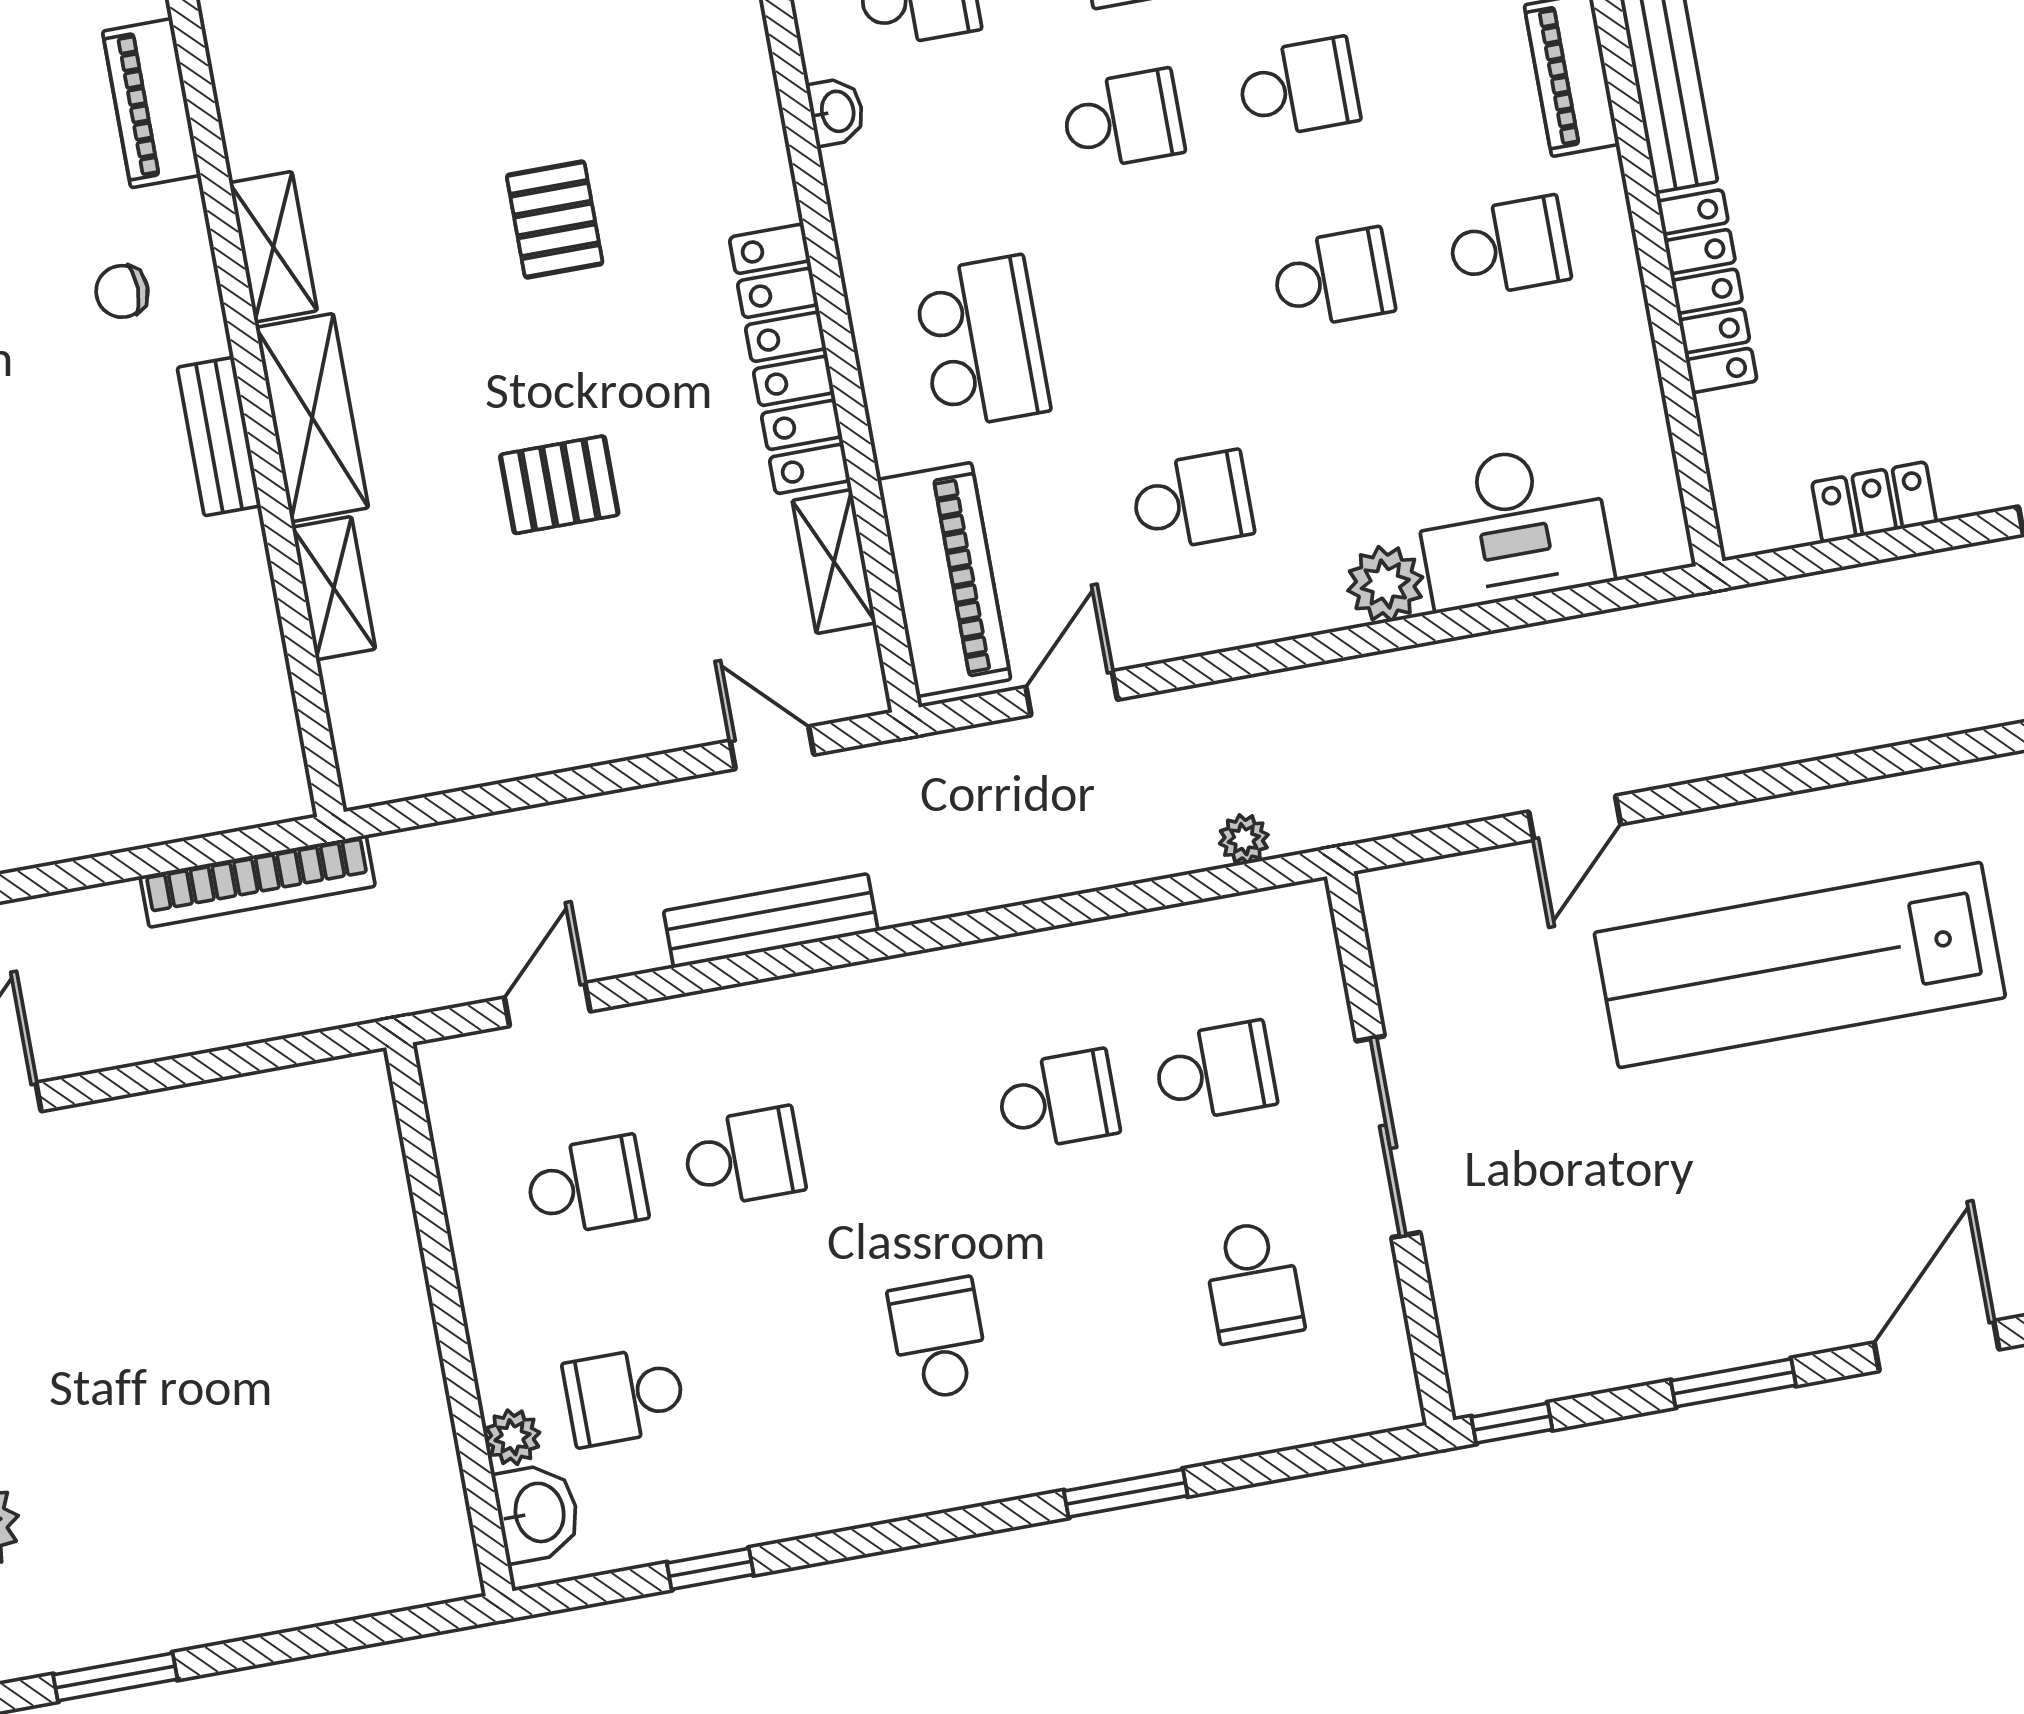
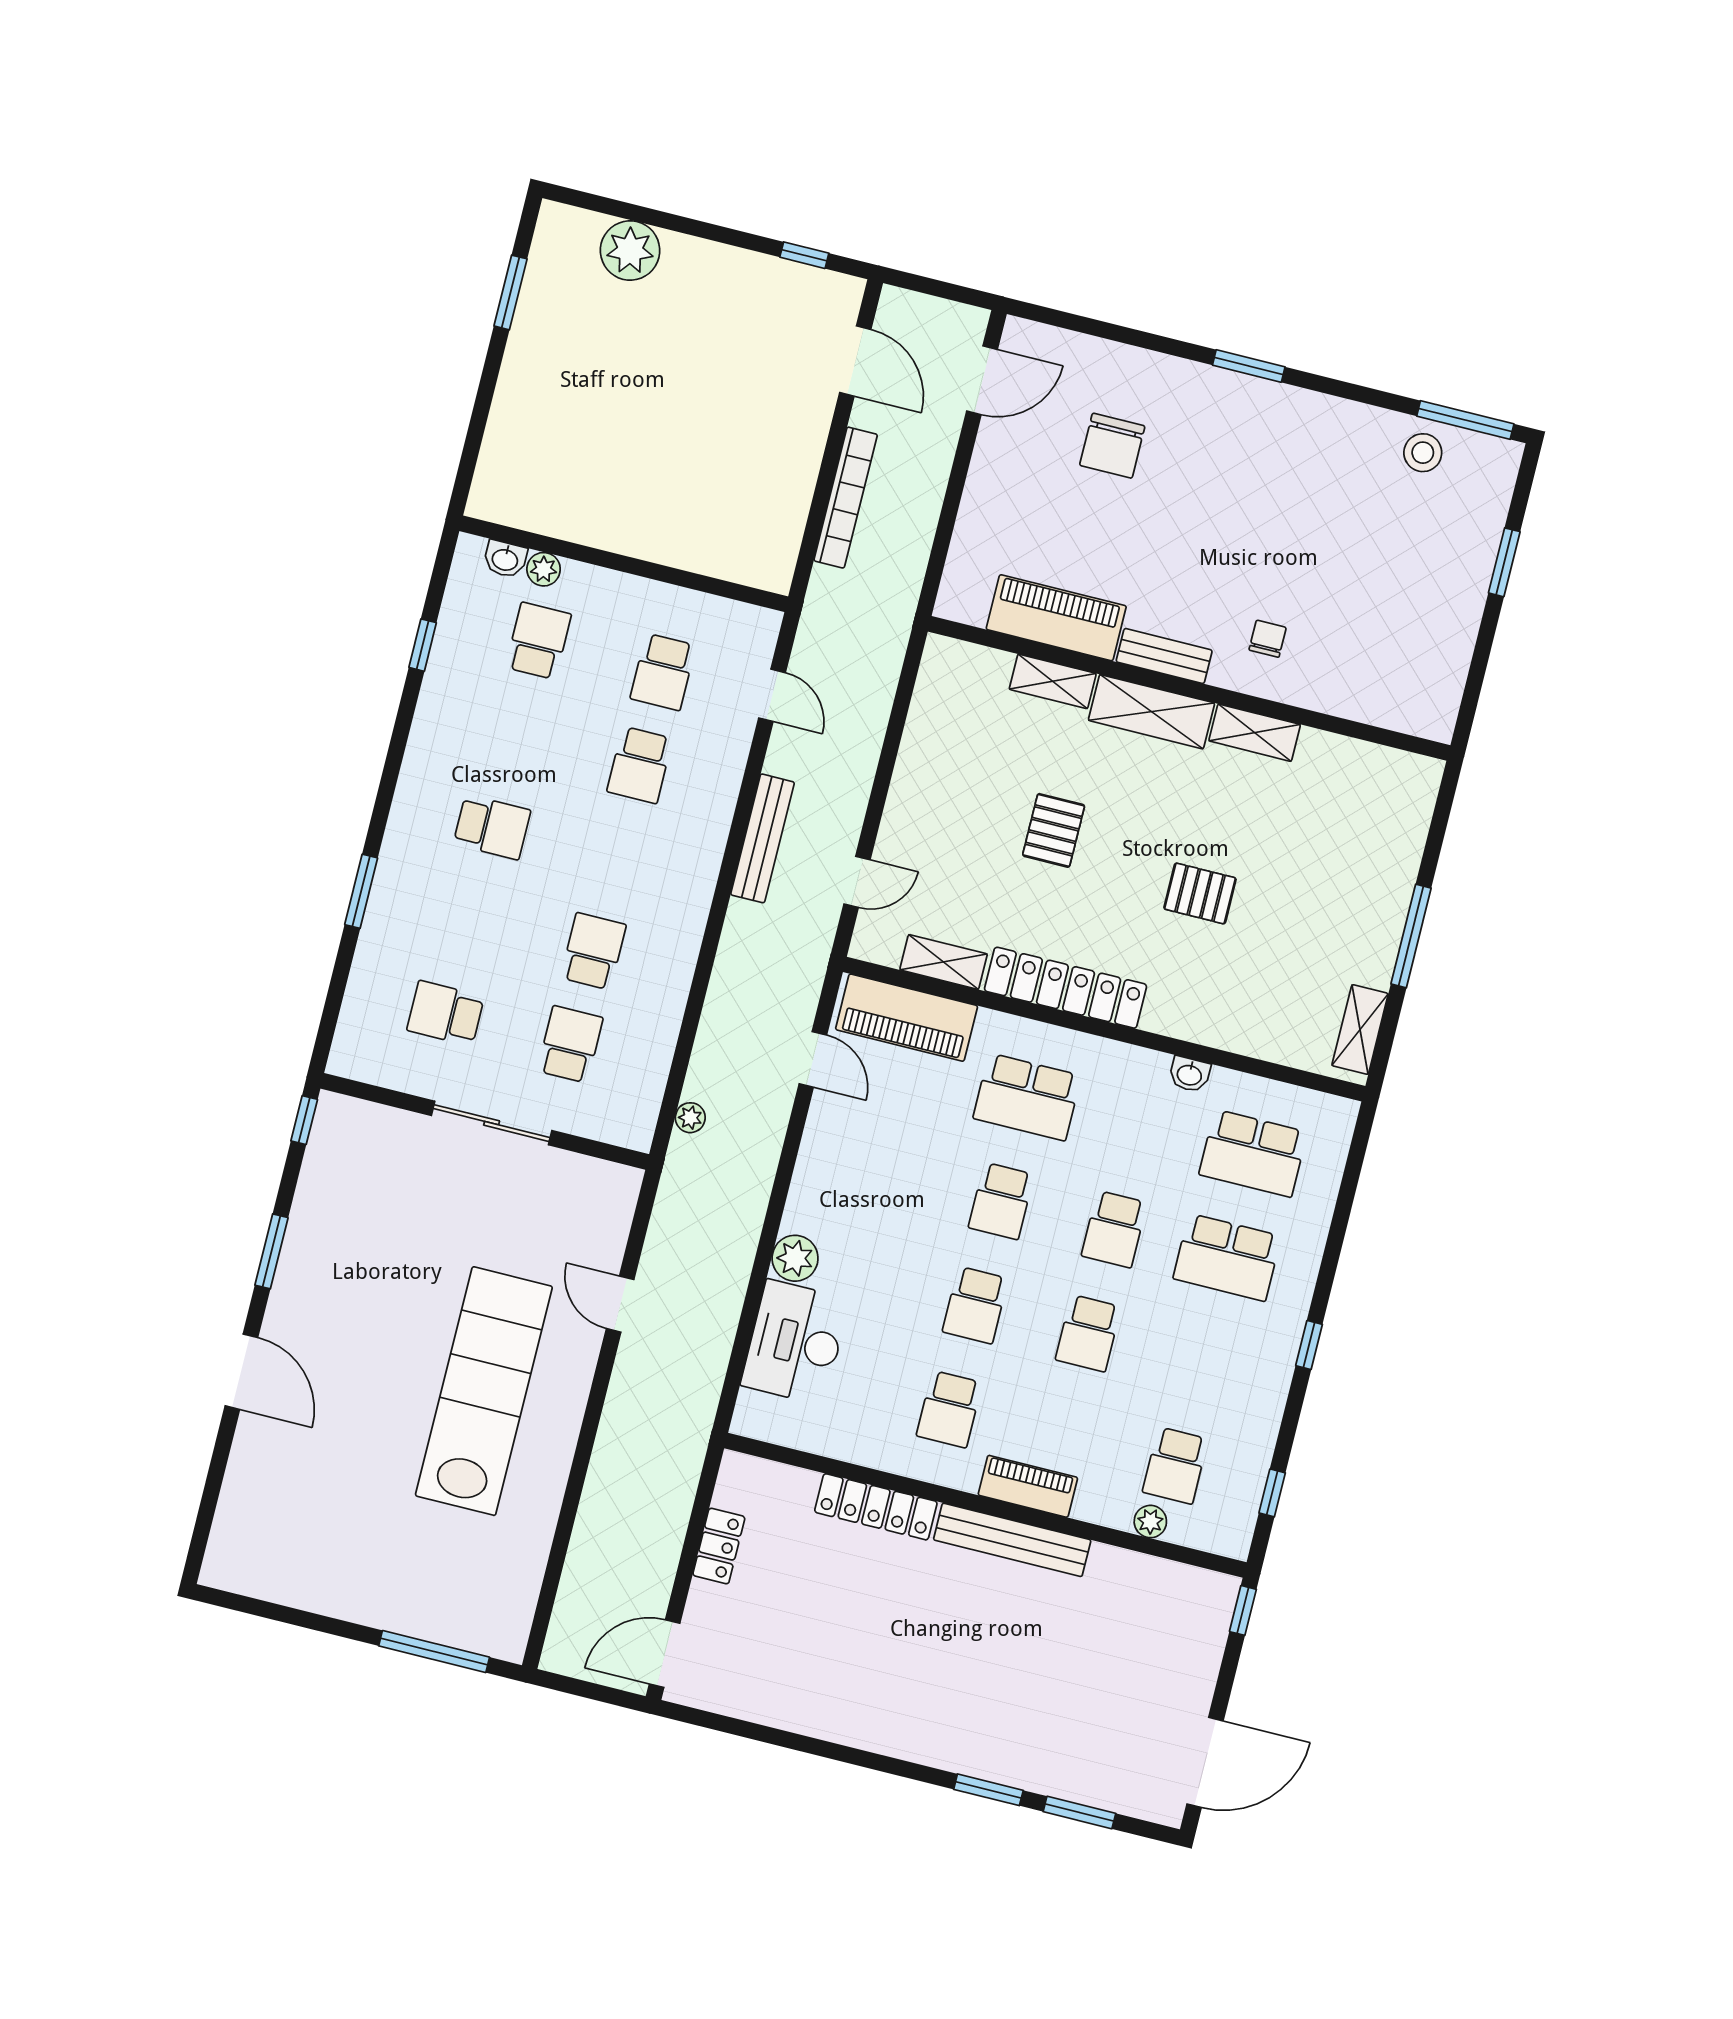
piano: (152, 103) -> (1056, 618), moved, width x1.37, depth x1.33
school desk: (1192, 501) -> (1001, 1201), moved
bookcase: (258, 881) -> (846, 498), moved, turned 180
school desk: (1215, 1072) -> (570, 1044), turned 180
school desk: (1058, 1100) -> (593, 951), turned 180
washbasin: (537, 1513) -> (505, 559), width x0.72, depth x0.69

